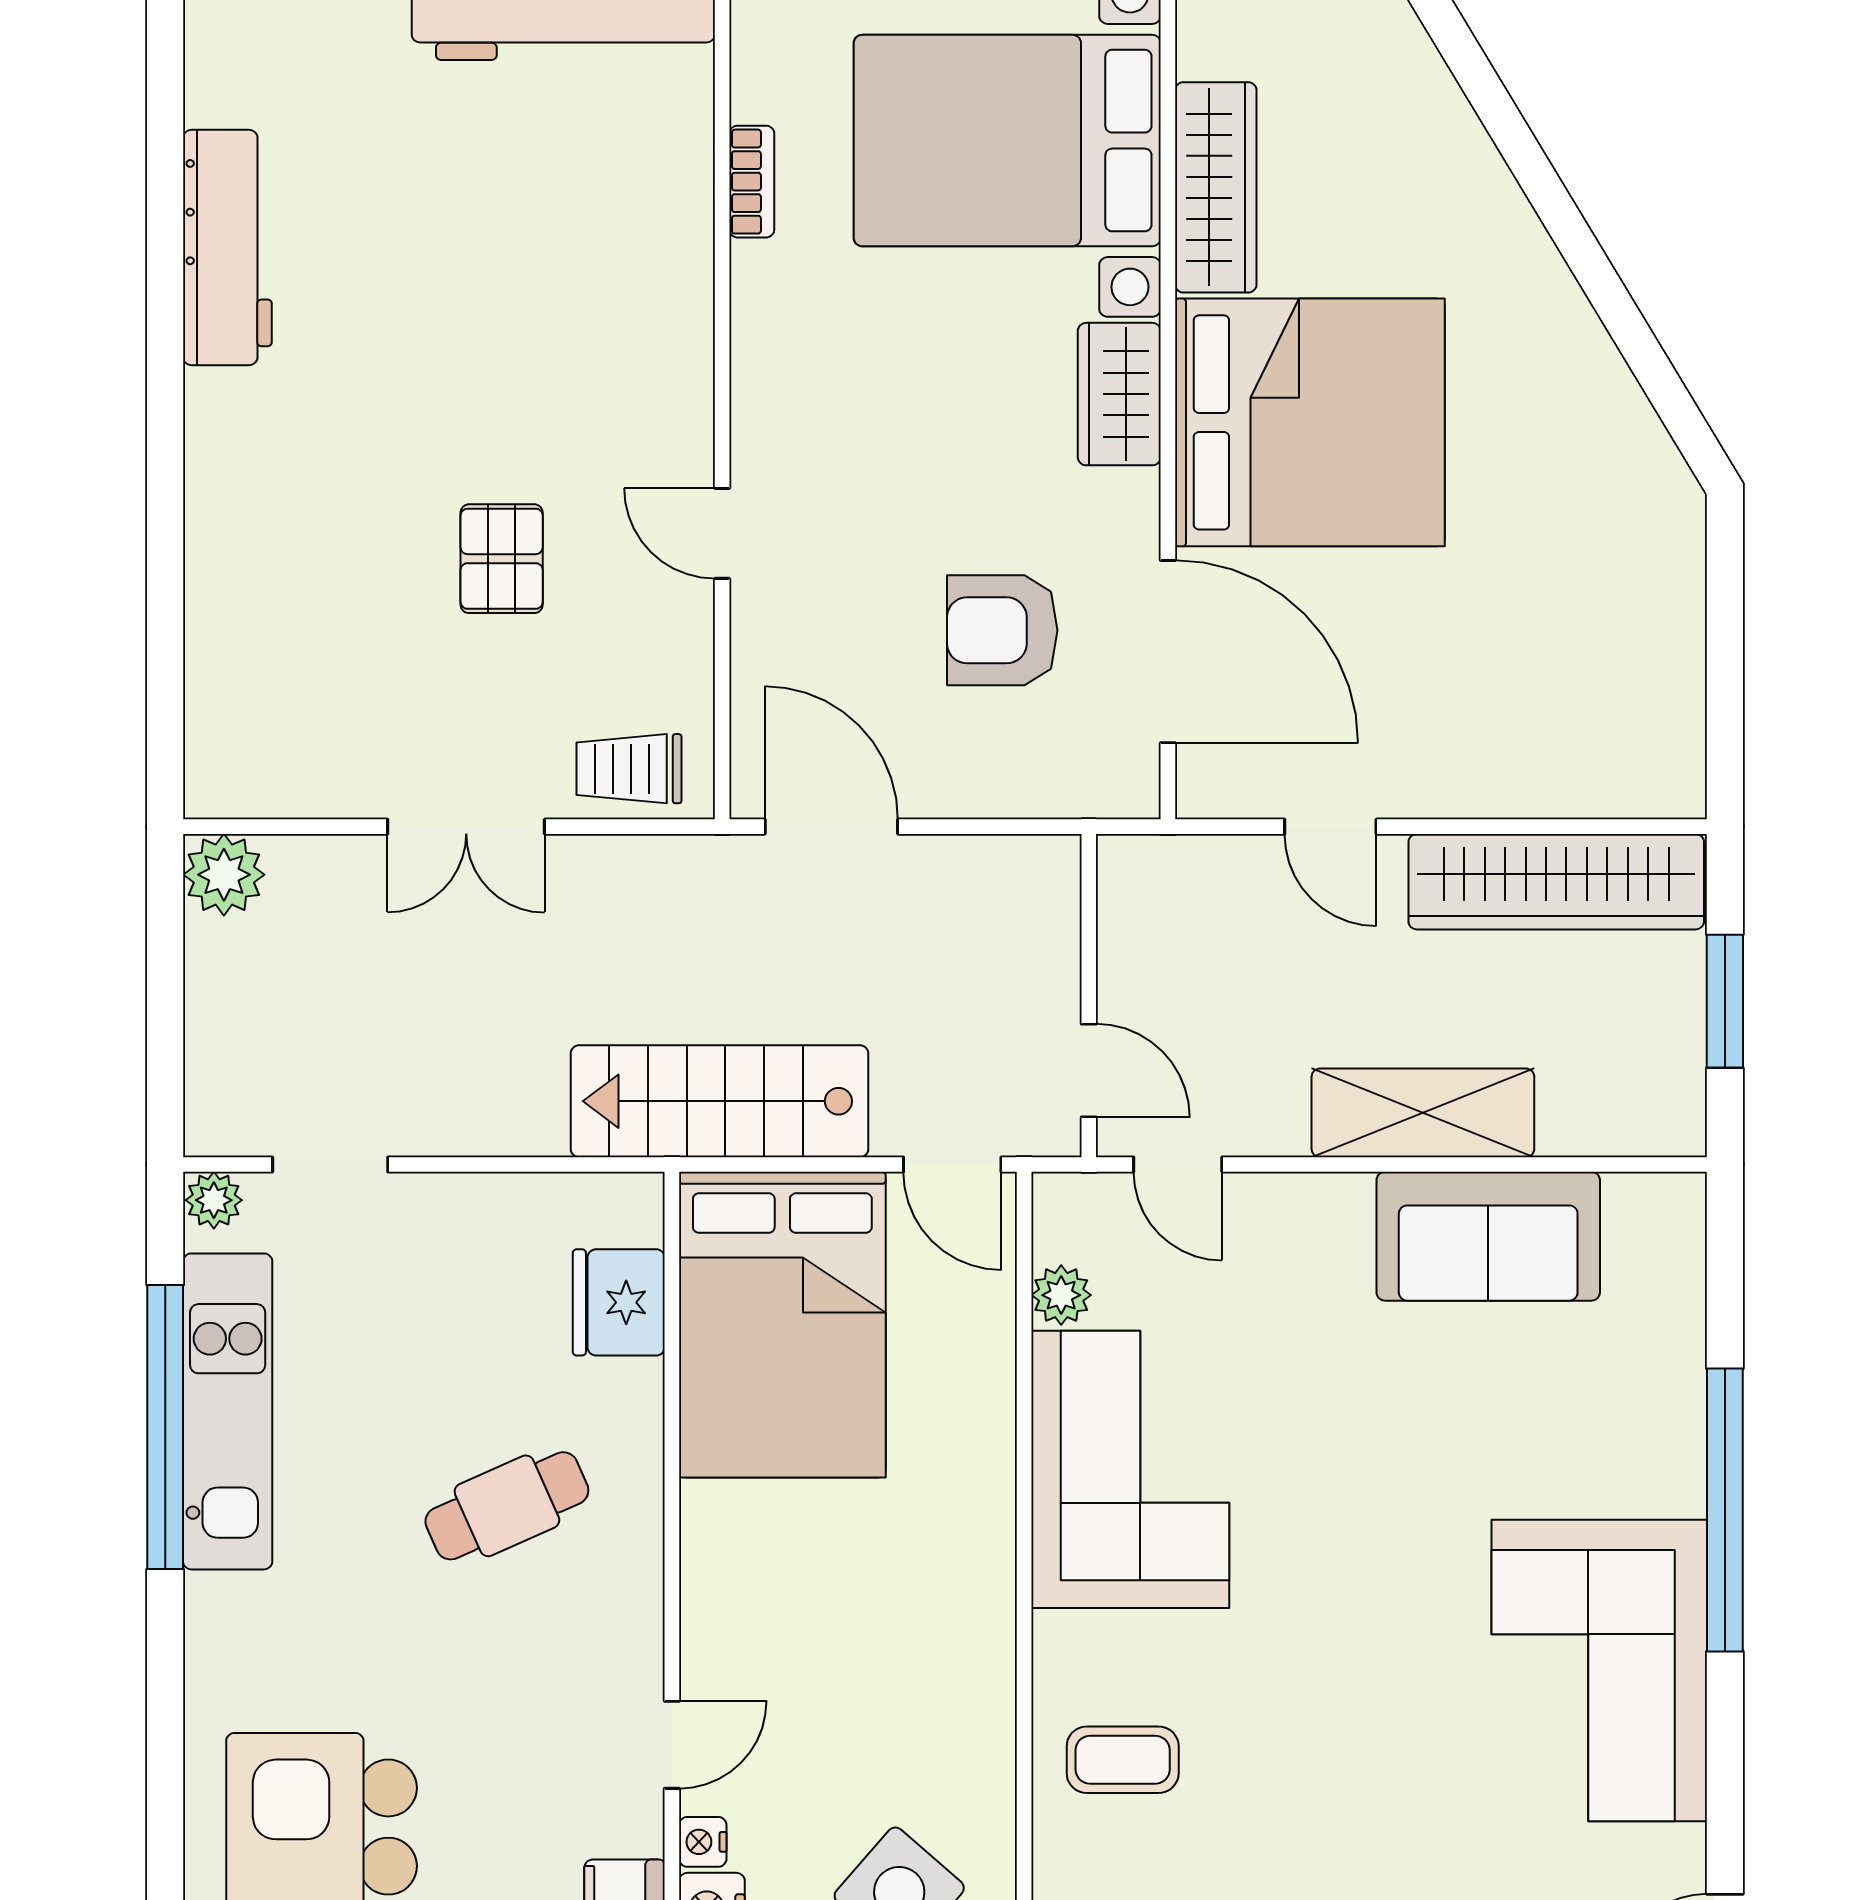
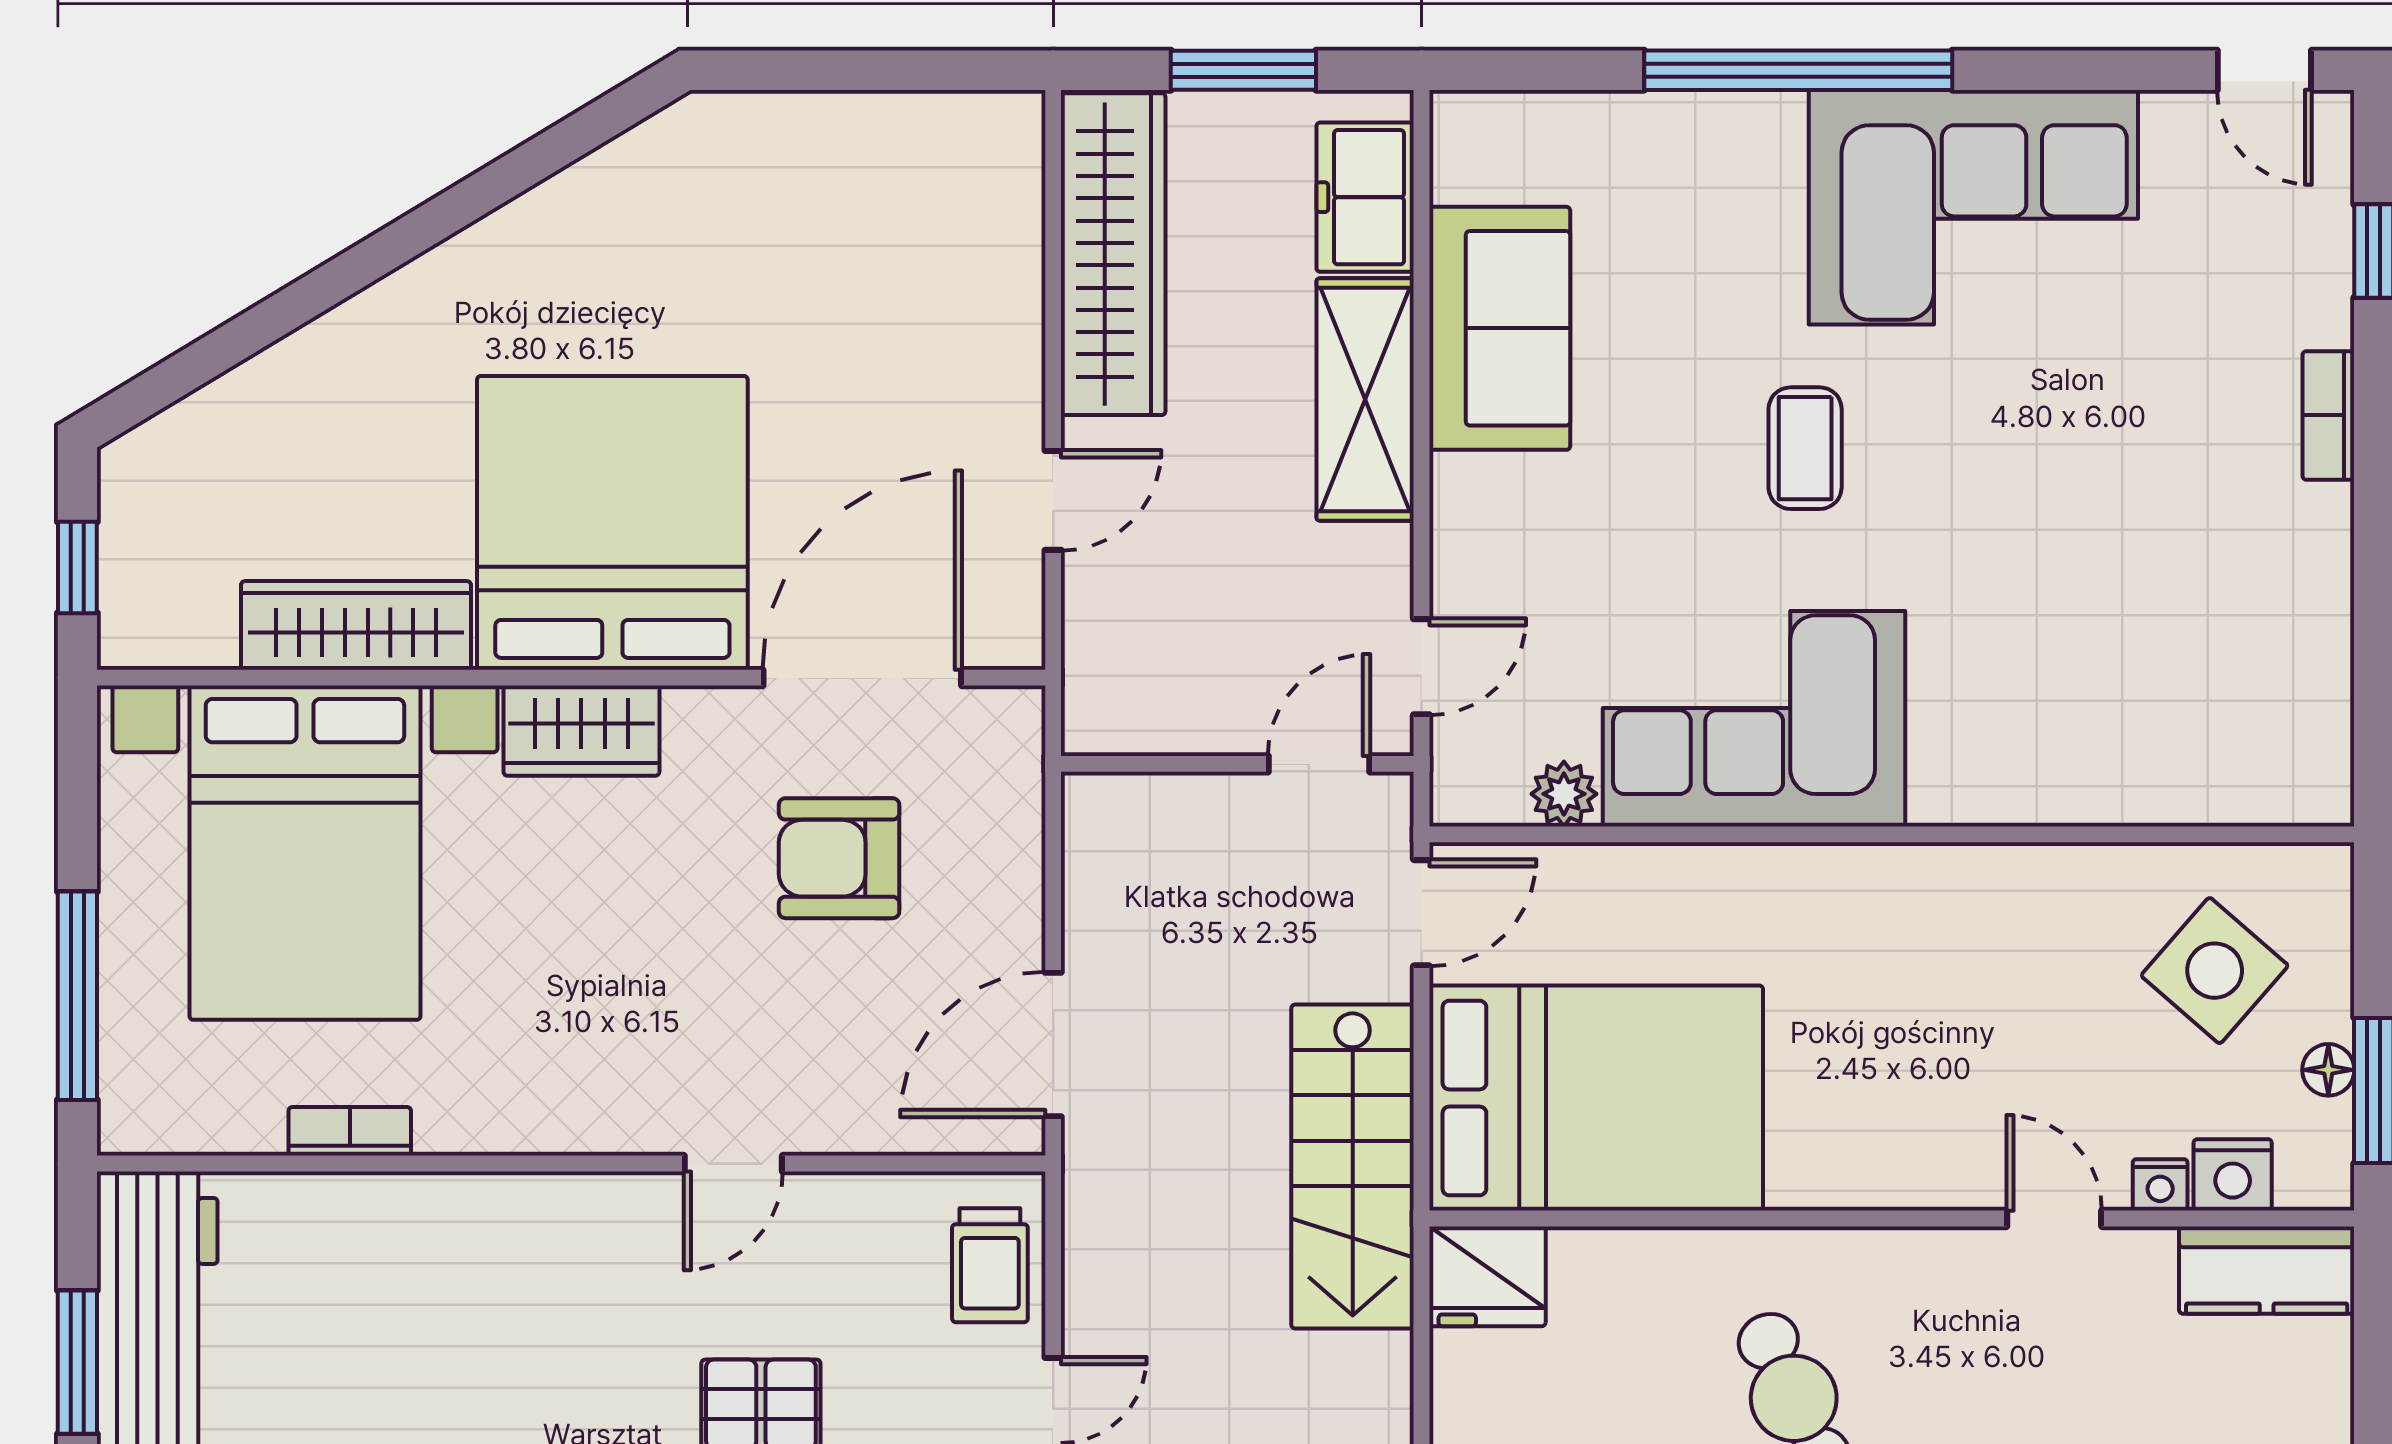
armchair: (1002, 630) -> (839, 858), turned 90
freezer: (1608, 1113) -> (1365, 197), added
fridge: (619, 1302) -> (1487, 1276), moved
coffee table: (1123, 1760) -> (1805, 448), moved

